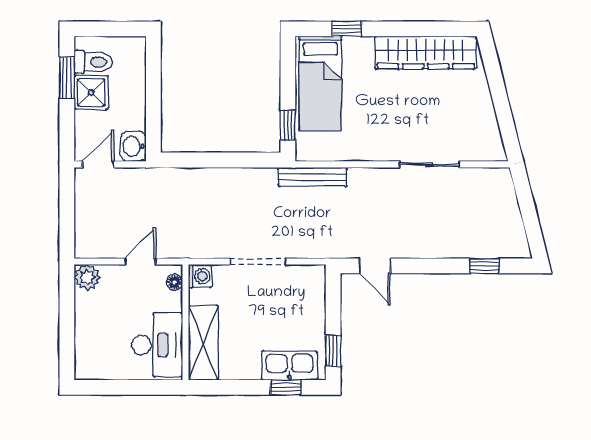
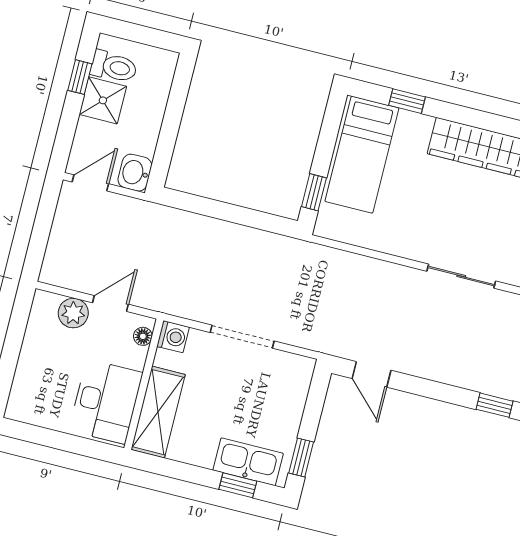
window: (67, 78) -> (80, 77), width x0.67
bench: (313, 177) -> (327, 257), removed
plant: (87, 277) -> (73, 313), moved

